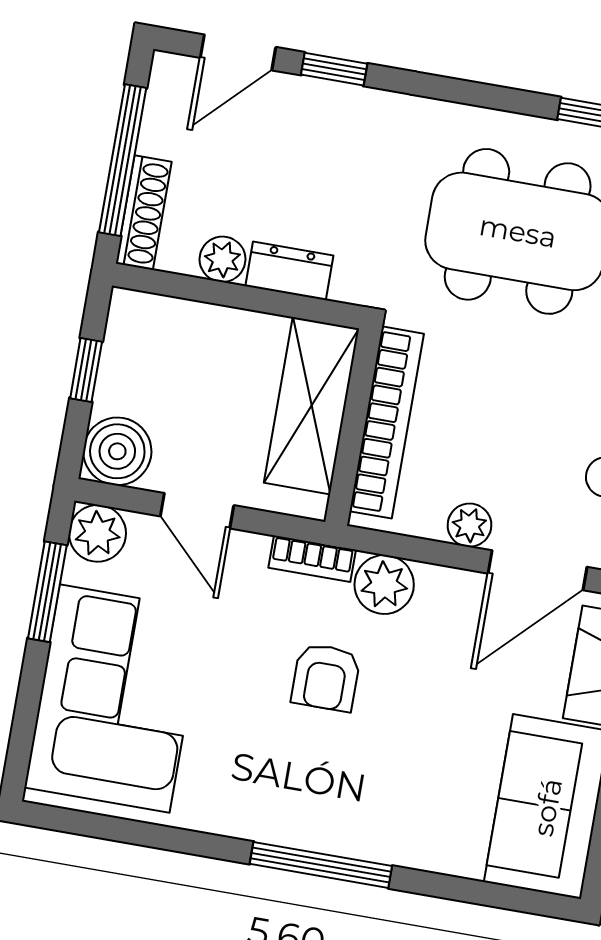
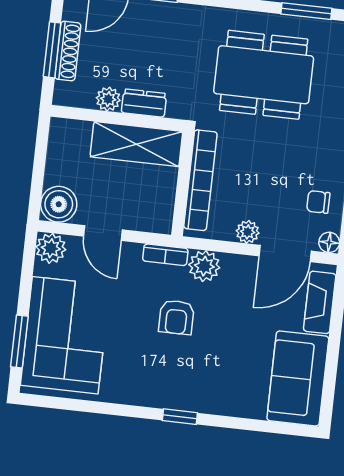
window: (123, 160) -> (52, 50), width x0.69
shoe rack: (144, 213) -> (68, 51), moved
window: (86, 370) -> (39, 162), removed
shelving: (312, 406) -> (136, 144), moved, turned 90
window: (47, 592) -> (19, 341), moved
window: (321, 865) -> (180, 417), width x0.46

